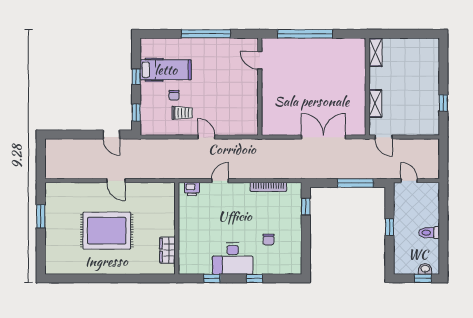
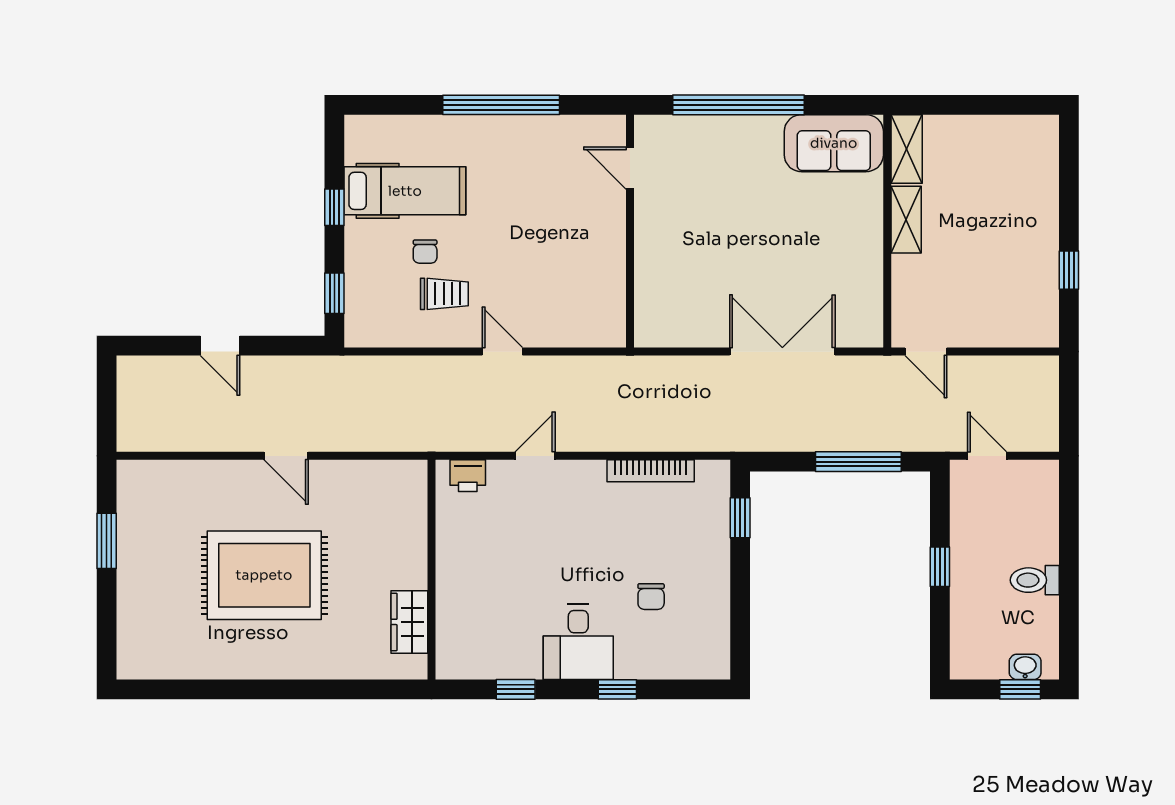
sofa: (345, 50) -> (834, 143), added
shelving: (375, 103) -> (906, 220), moved
door: (111, 135) -> (220, 346), moved
desk: (233, 259) -> (578, 642), width x0.73

